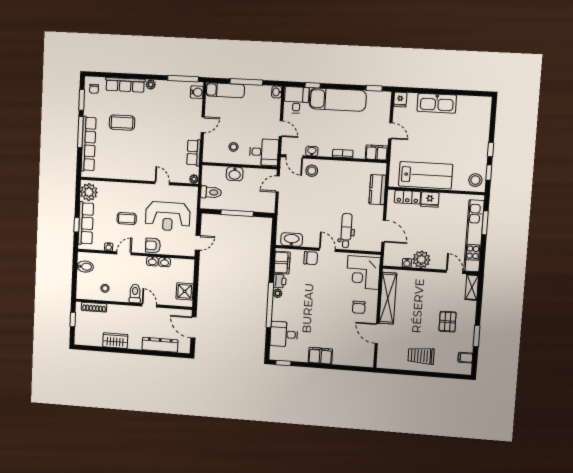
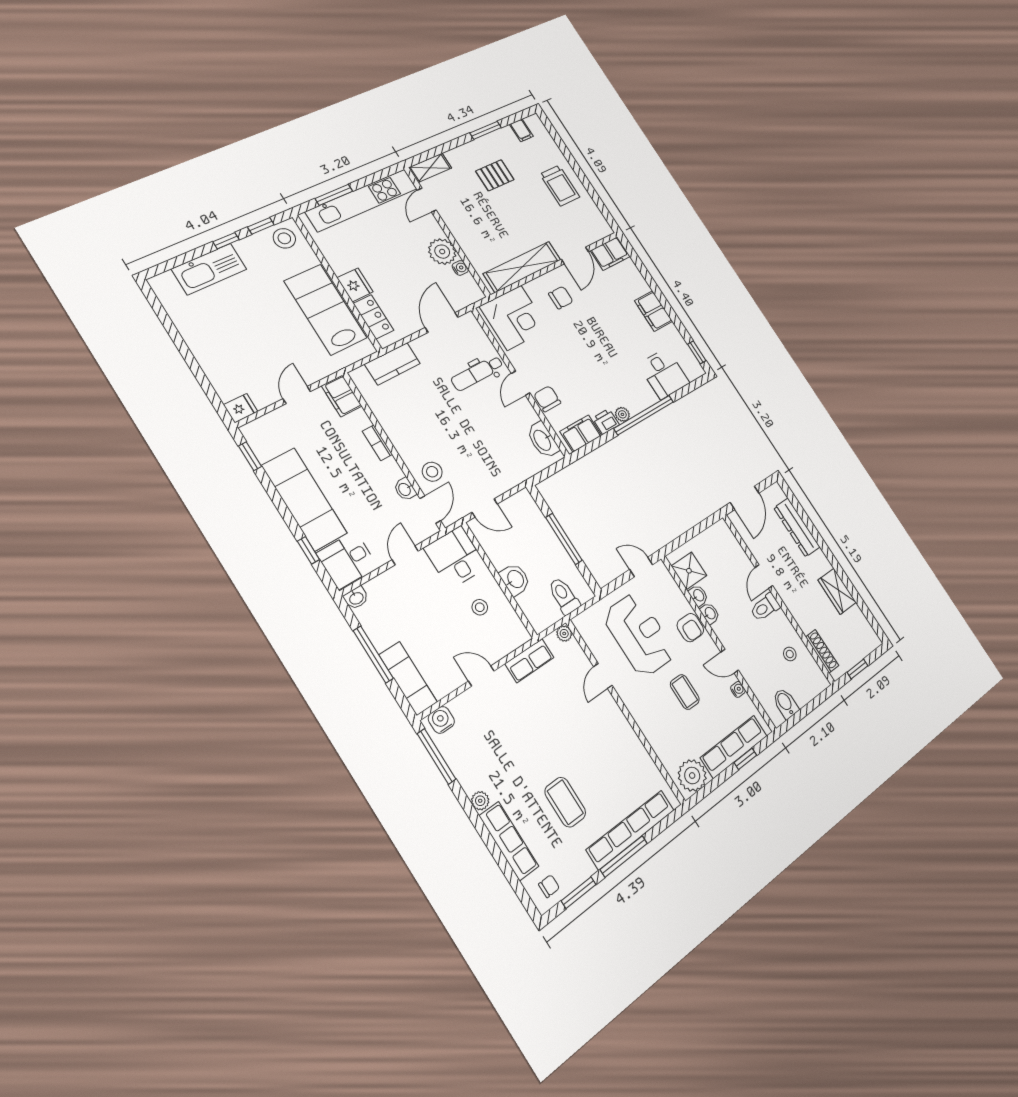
kitchen sink: (437, 103) -> (209, 269), moved, turned 90
shower: (185, 291) -> (689, 571), moved
filing cabinet: (366, 356) -> (610, 254), added

